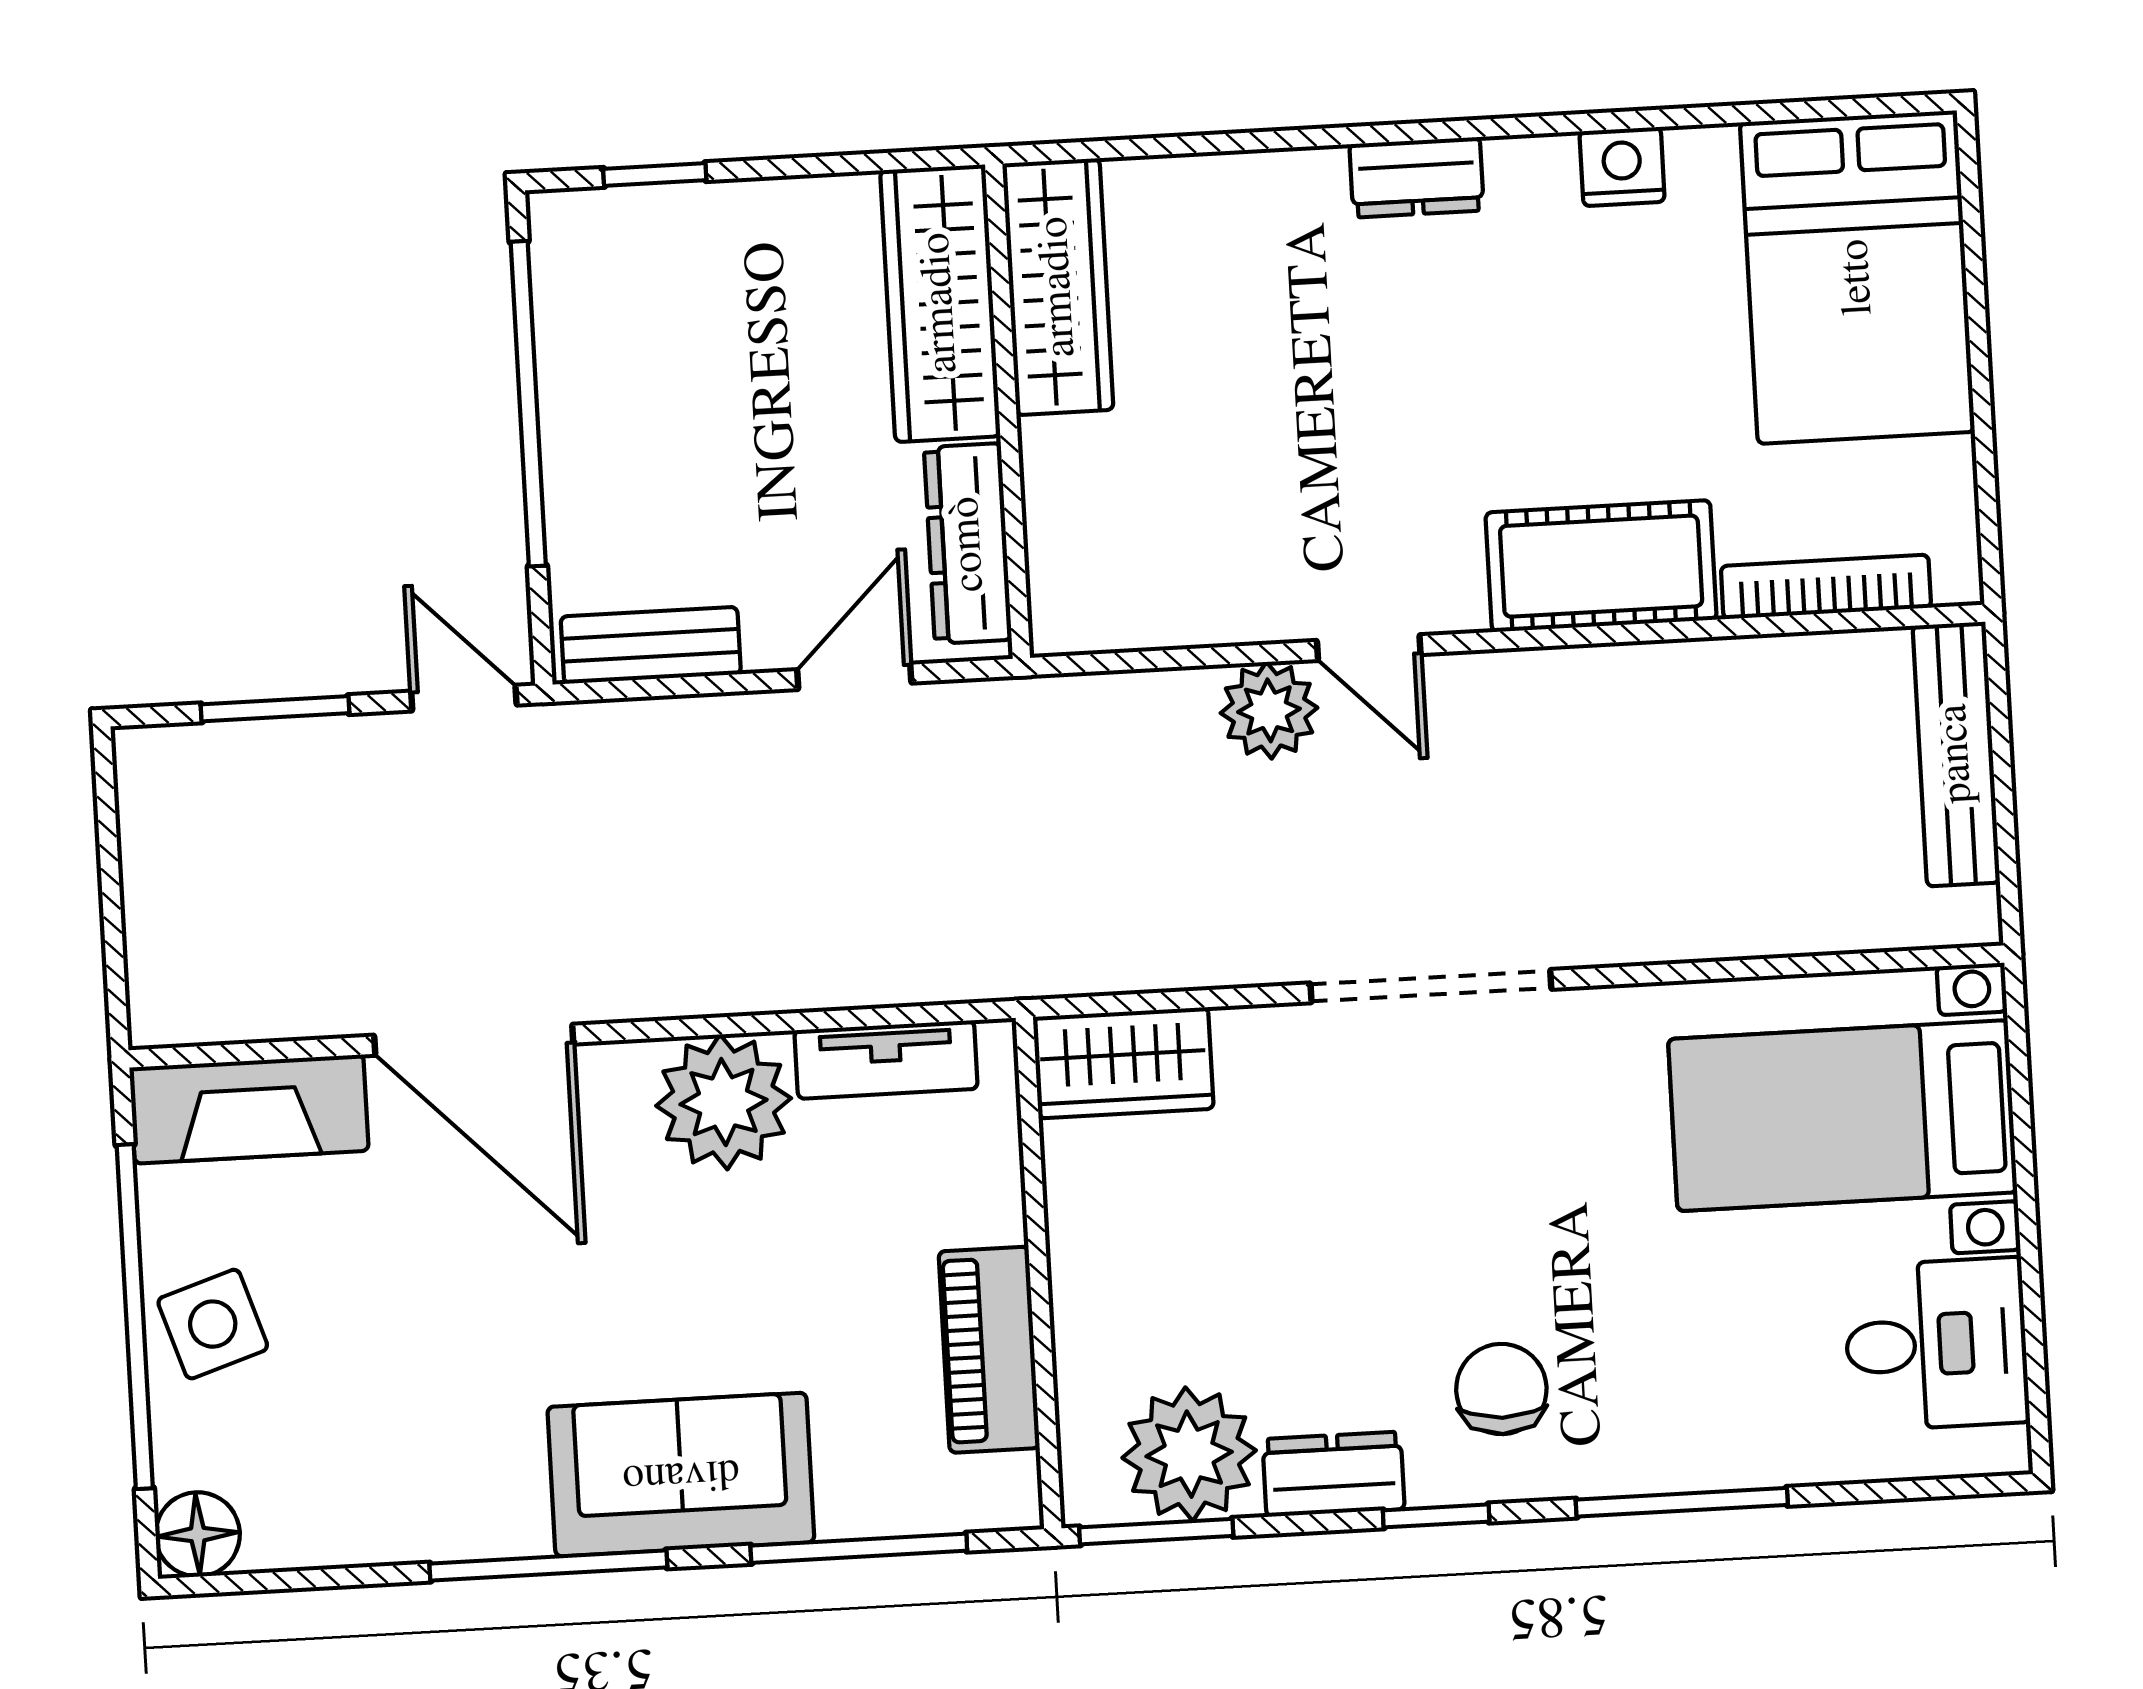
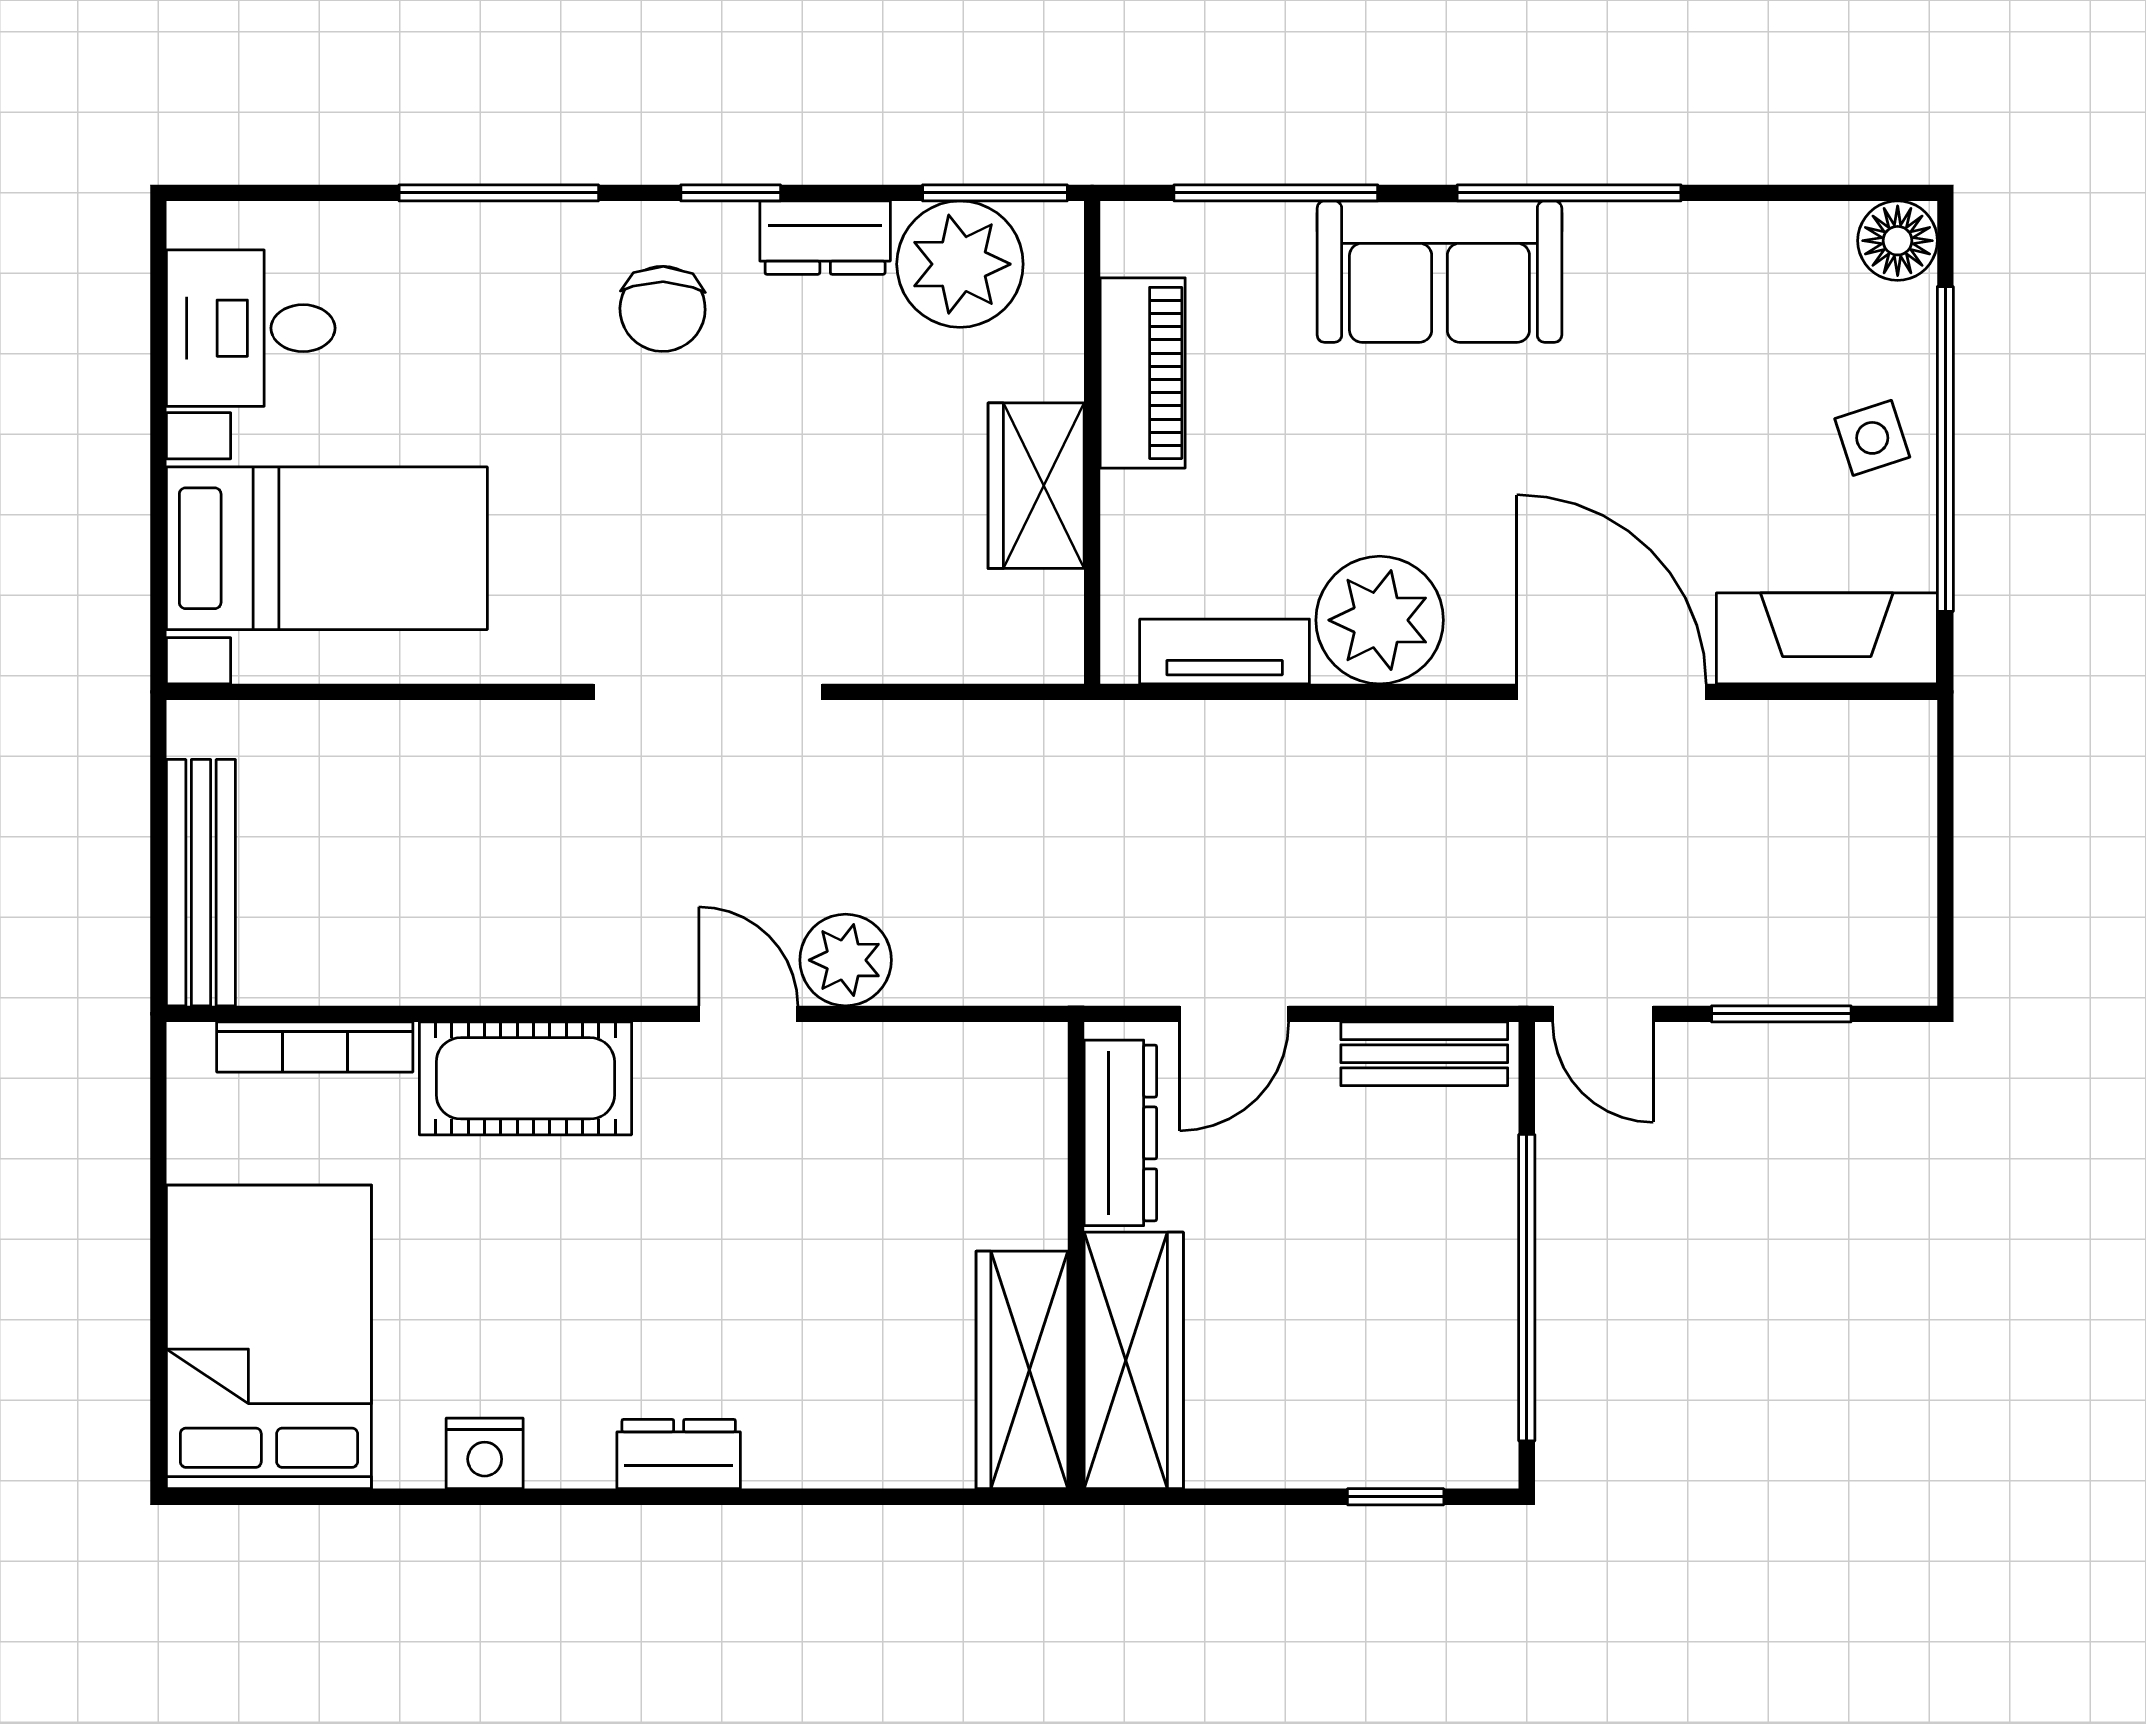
wardrobe: (1123, 1063) -> (1036, 486), moved, turned -90
side table: (213, 1324) -> (1872, 438), width x0.73, depth x0.73

